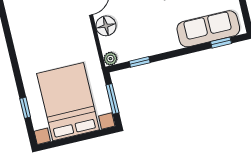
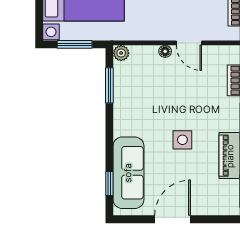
floor lamp: (106, 26) -> (165, 51), width x0.53, depth x0.53
window: (140, 62) -> (109, 85), width x1.50

